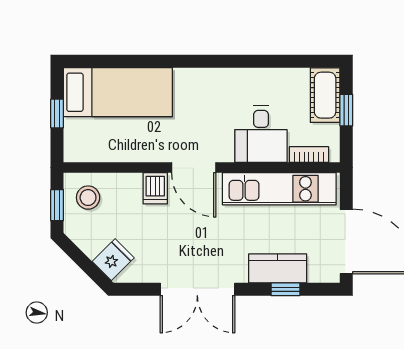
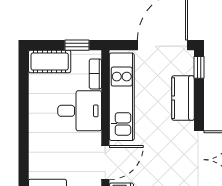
window: (346, 110) -> (77, 45), moved
window: (285, 289) -> (199, 67), moved

